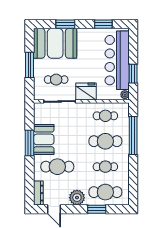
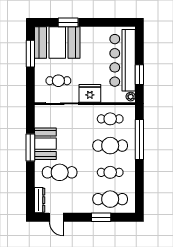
window: (103, 24) -> (108, 22), removed
window: (30, 65) -> (30, 54), moved
plant: (77, 198) -> (80, 205), removed

